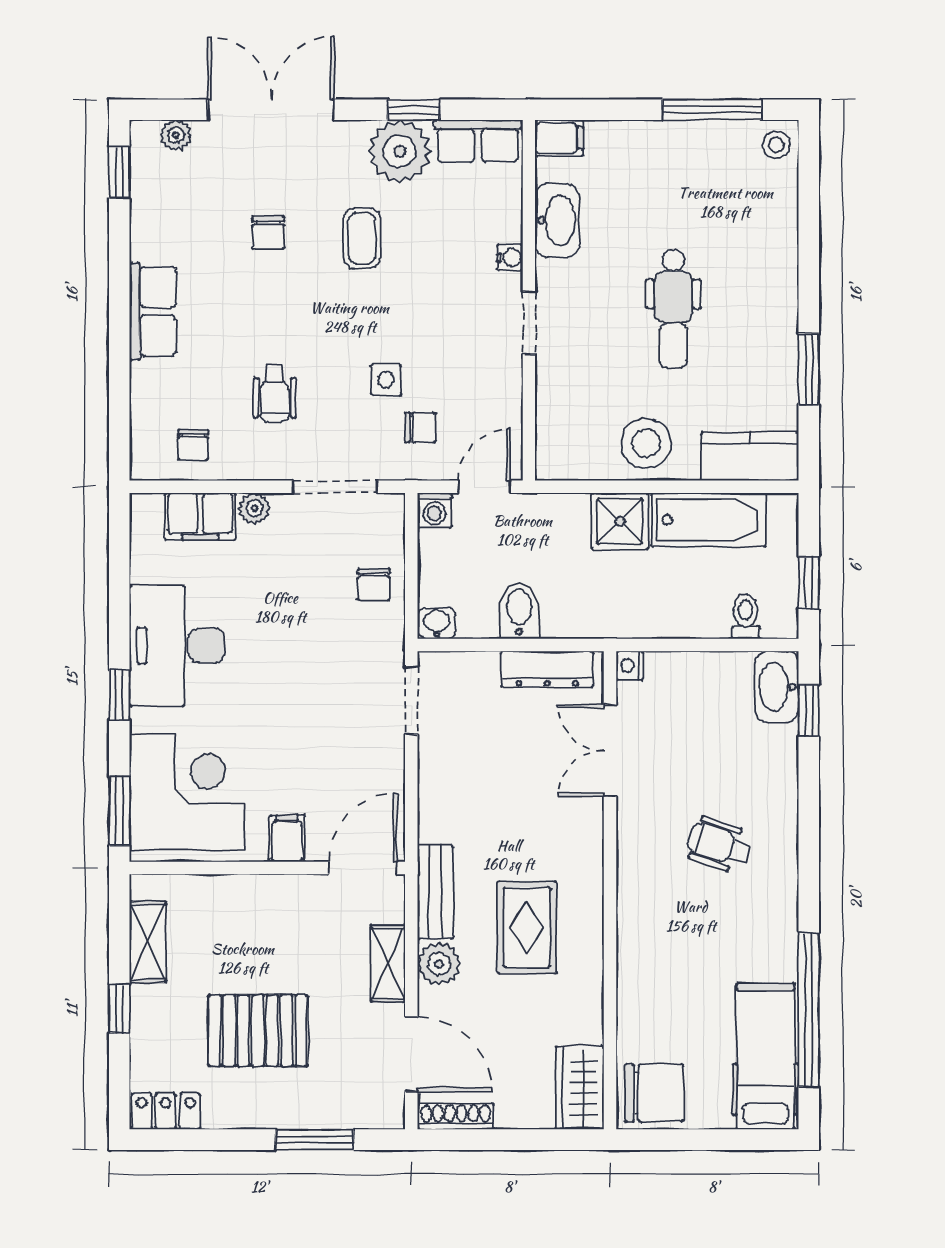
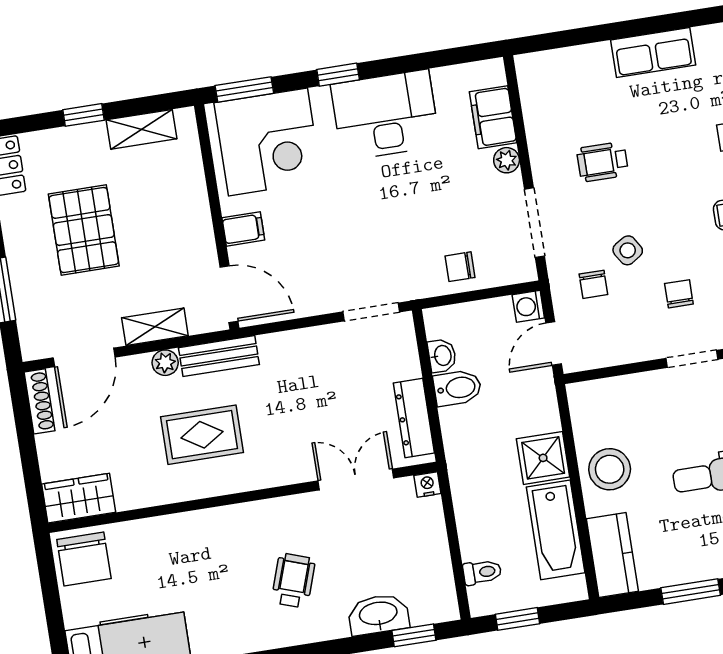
side table: (386, 380) -> (628, 250), turned -32
chair: (193, 445) -> (679, 294), moved, turned 90
door: (484, 487) -> (554, 343), swing flipped
washbasin: (437, 623) -> (442, 356), moved
washbasin: (777, 687) -> (378, 614), moved
plant: (439, 964) -> (165, 363), width x0.73, depth x0.73

